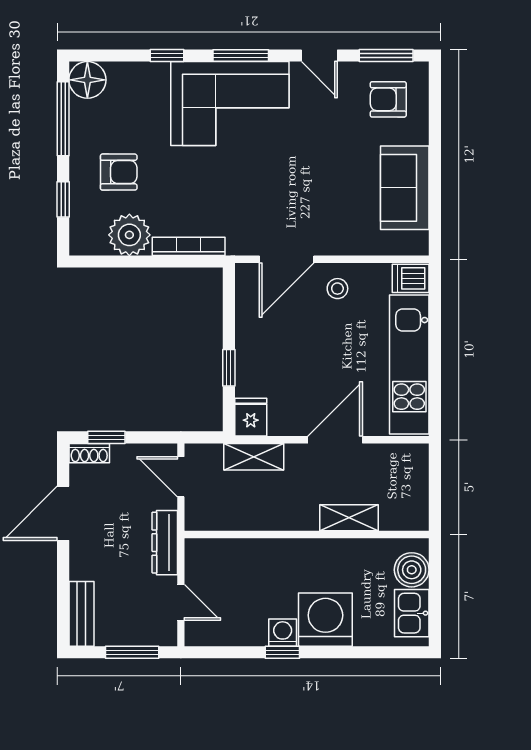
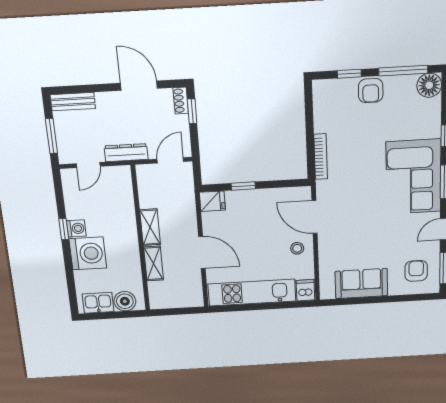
armchair: (119, 172) -> (371, 91), moved
plant: (129, 235) -> (327, 118), removed
shelving: (254, 457) -> (150, 227), moved

